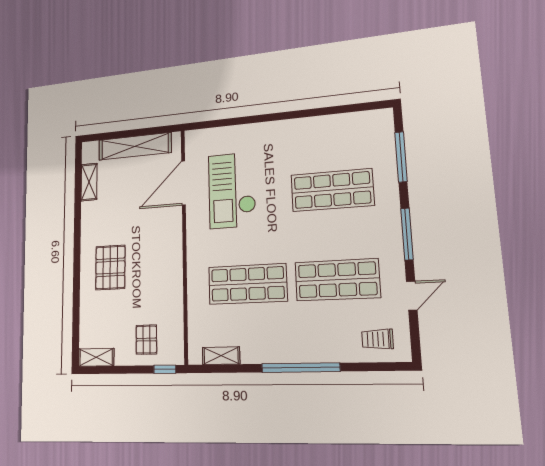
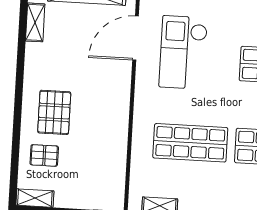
pallet: (146, 340) -> (44, 155), moved, turned 90

